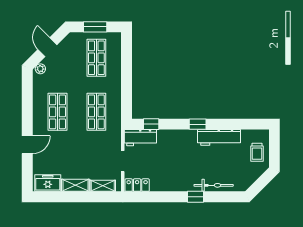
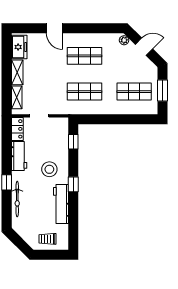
workbench: (140, 138) -> (19, 156), moved, turned 180
stool: (181, 150) -> (49, 169), added

